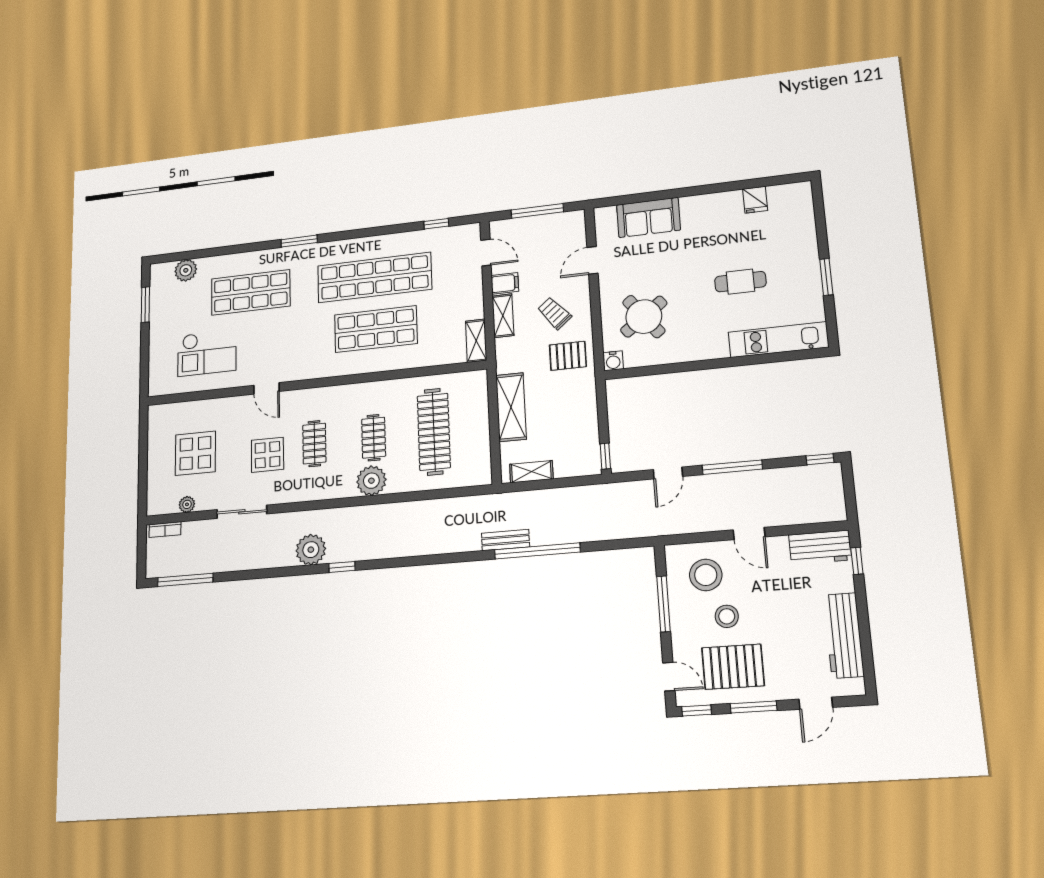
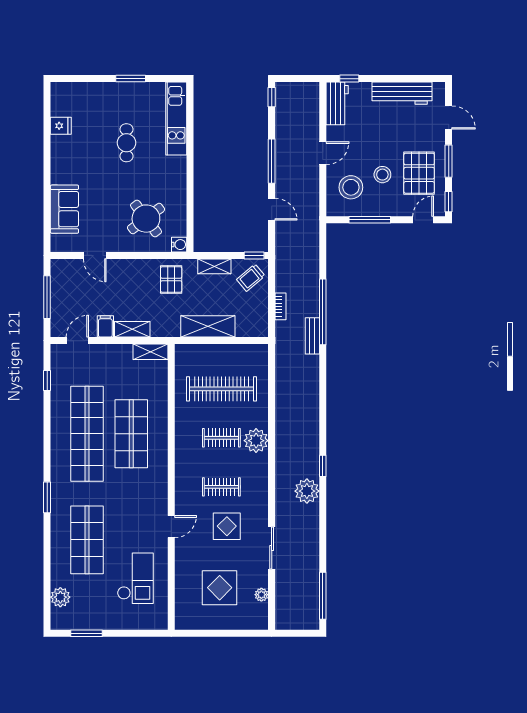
trolley: (554, 313) -> (251, 278), moved
shelving: (531, 472) -> (214, 266), moved, turned 90
bookcase: (165, 530) -> (280, 306), moved

